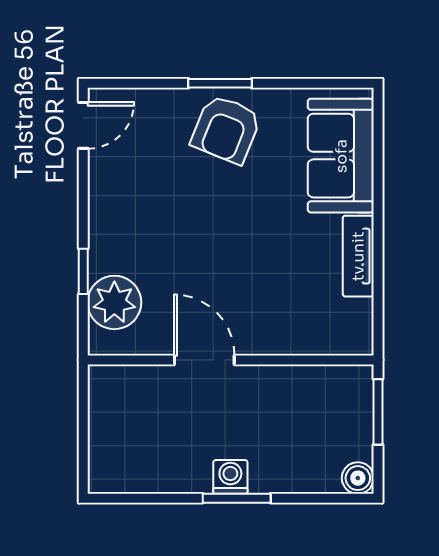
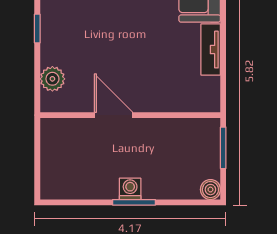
window: (83, 271) -> (37, 29), moved
plant: (114, 302) -> (52, 79), width x0.73, depth x0.73

